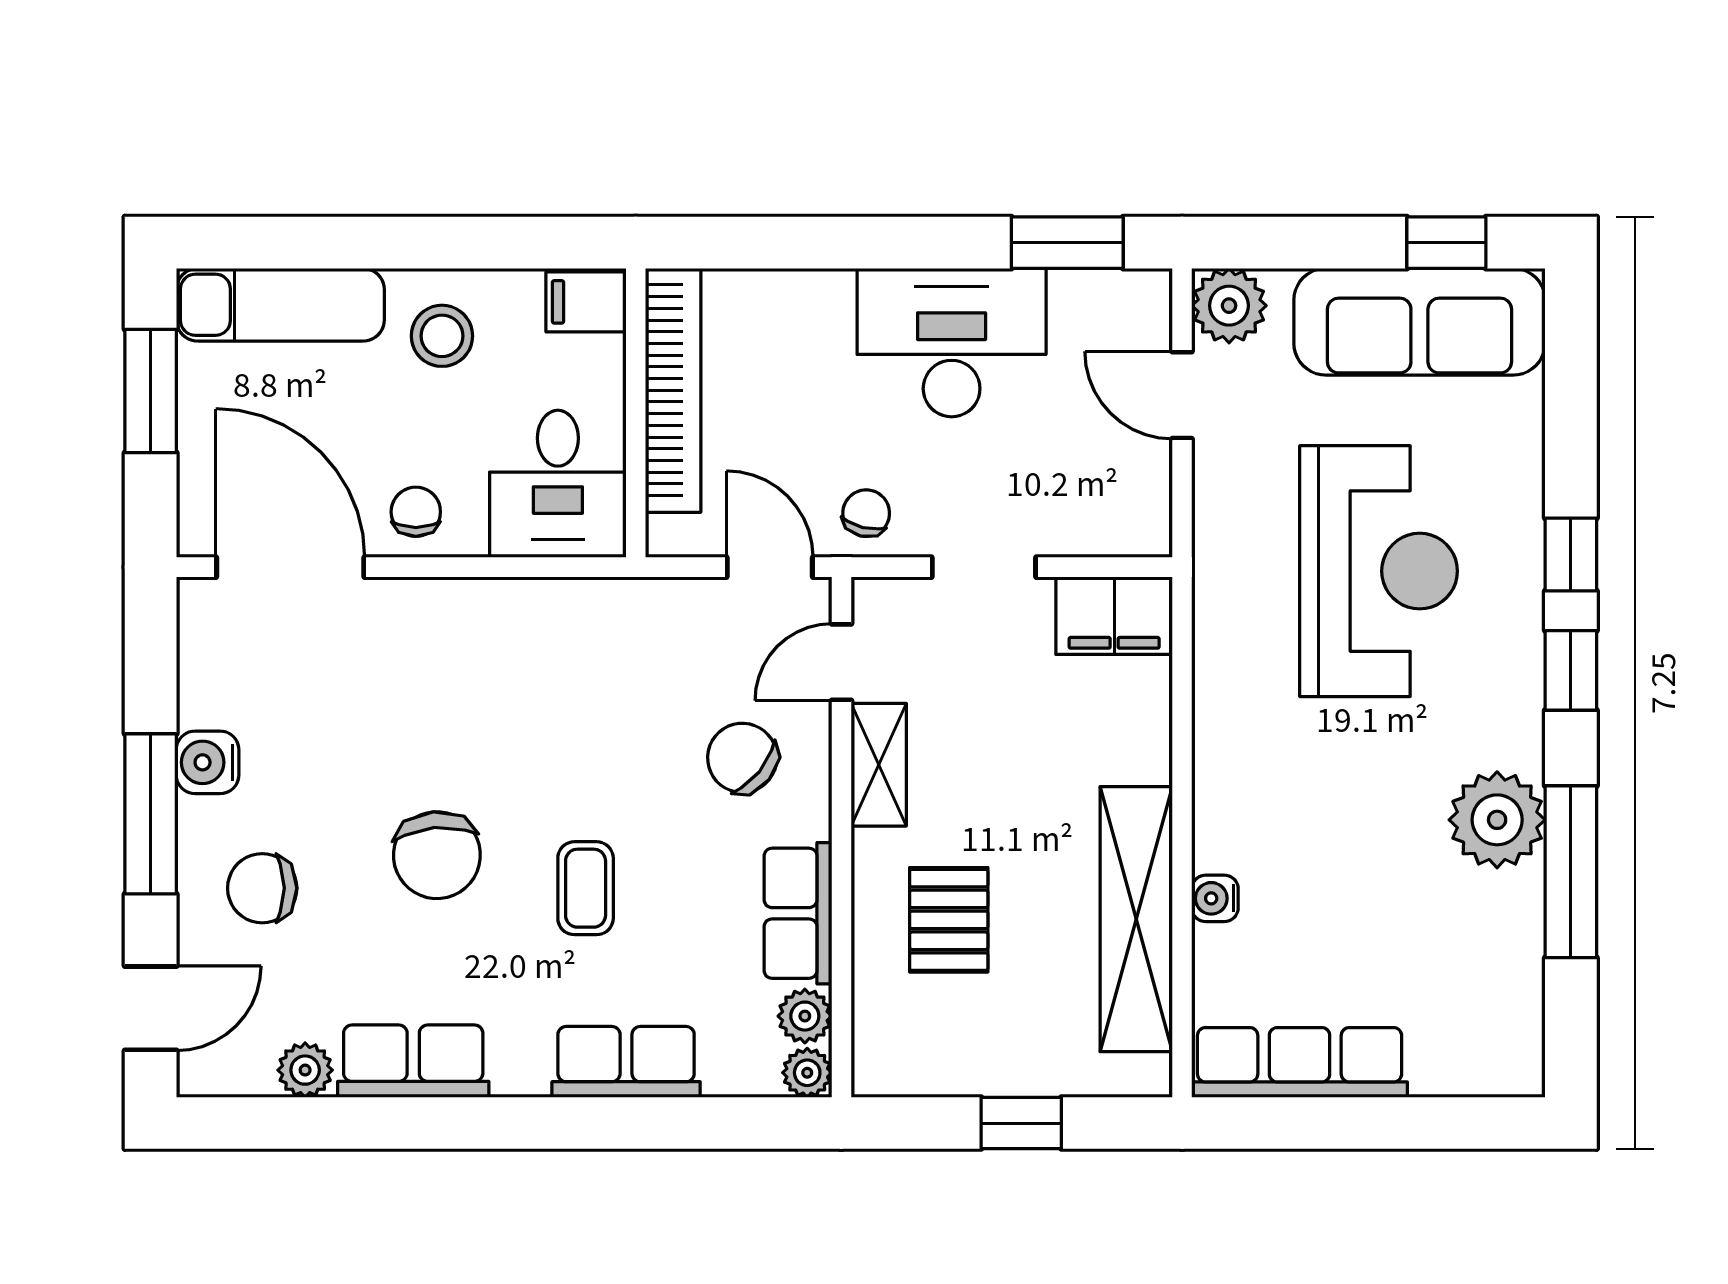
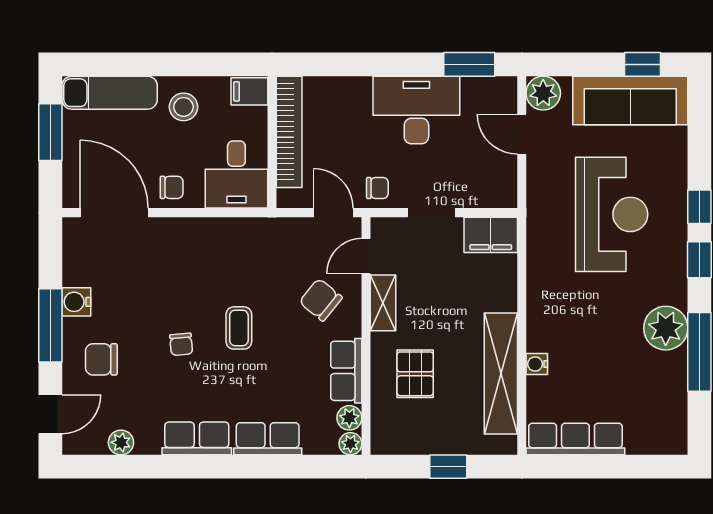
chair: (416, 512) -> (172, 187), turned 90
chair: (866, 513) -> (377, 188), turned 76
chair: (437, 855) -> (181, 344), width x0.54, depth x0.54
coffee table: (586, 888) -> (239, 328), moved
row of seats: (413, 1061) -> (197, 438), moved

